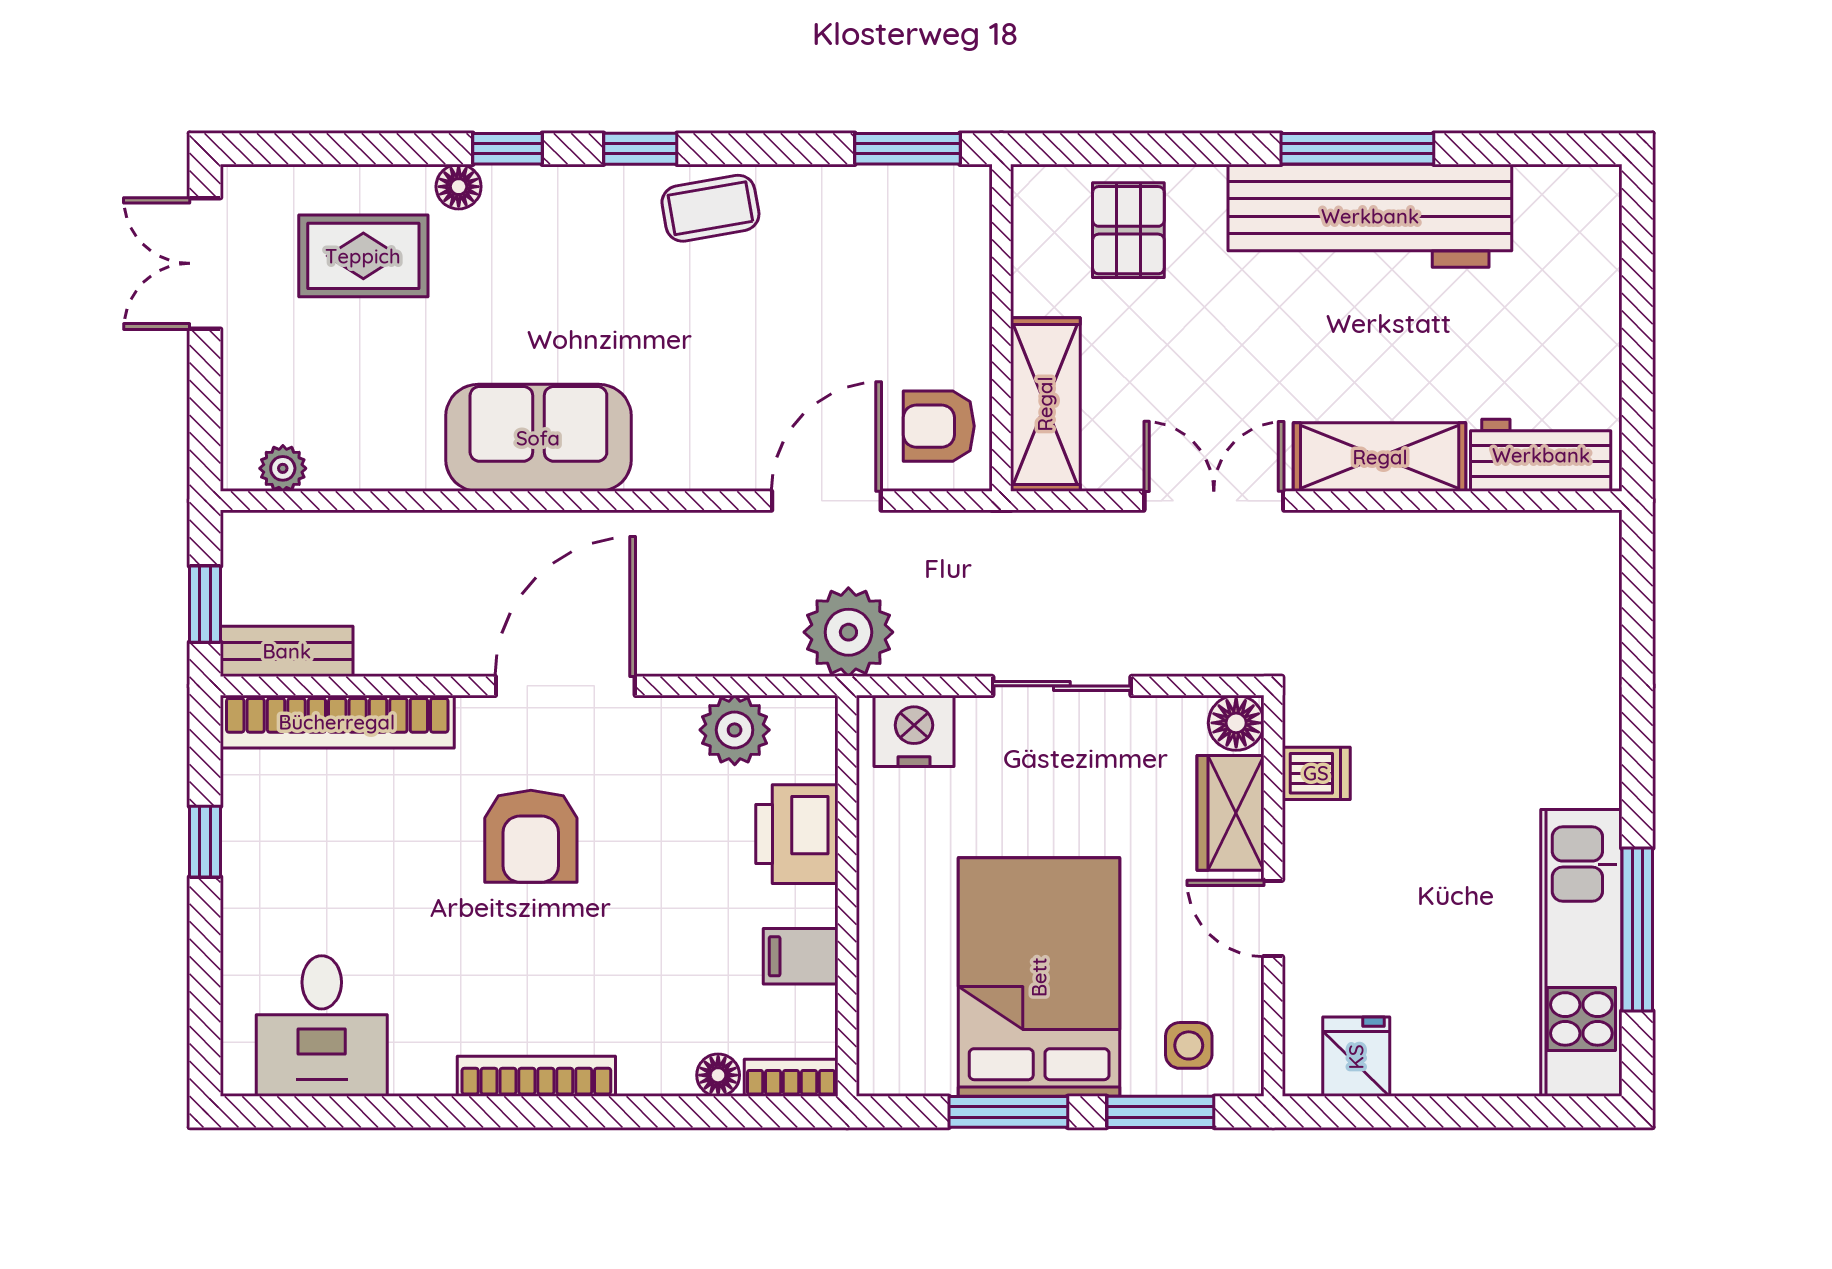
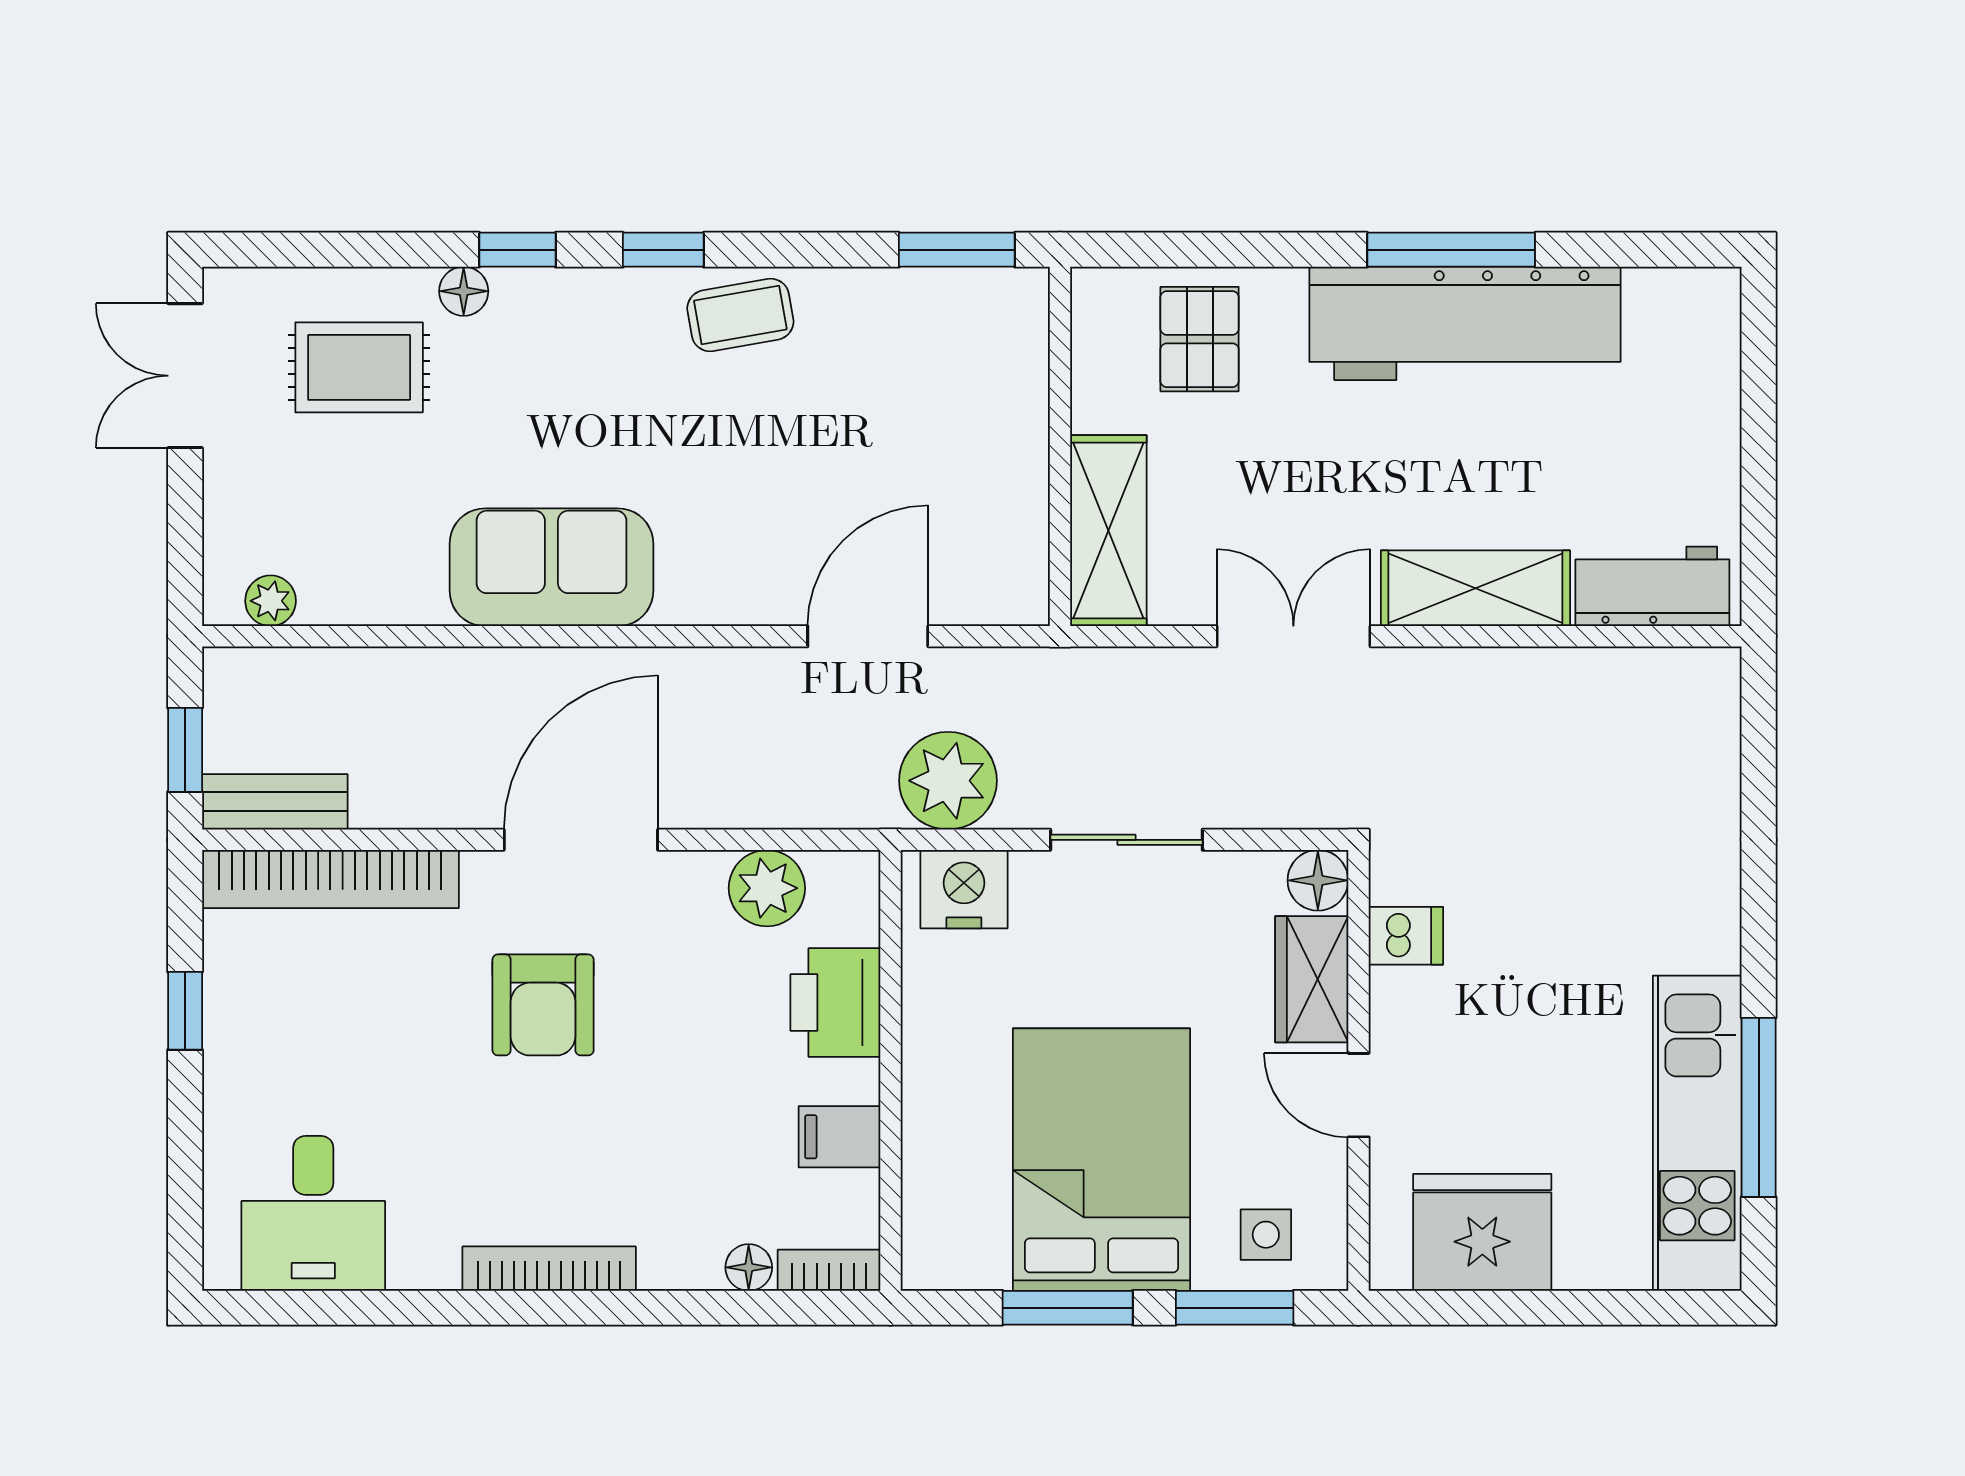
armchair: (939, 426) -> (991, 554), removed
plant: (848, 632) -> (948, 781), moved
fridge: (1356, 1057) -> (1482, 1232), width x1.88, depth x1.34

